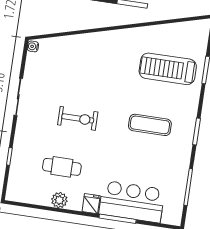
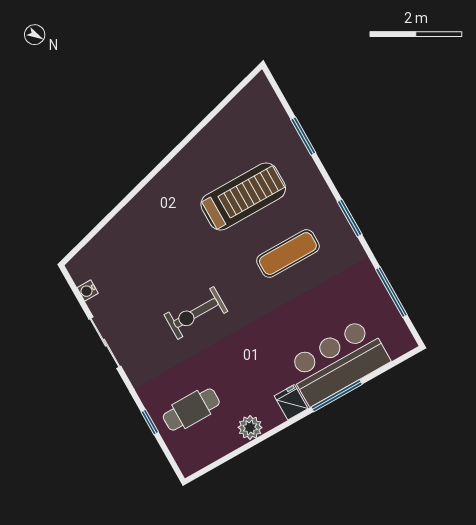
water cooler: (33, 46) -> (88, 291), moved
treadmill: (168, 69) -> (243, 196), moved, turned 180
exercise bike: (78, 118) -> (196, 313), turned 180
cafe table: (62, 167) -> (191, 410), moved

